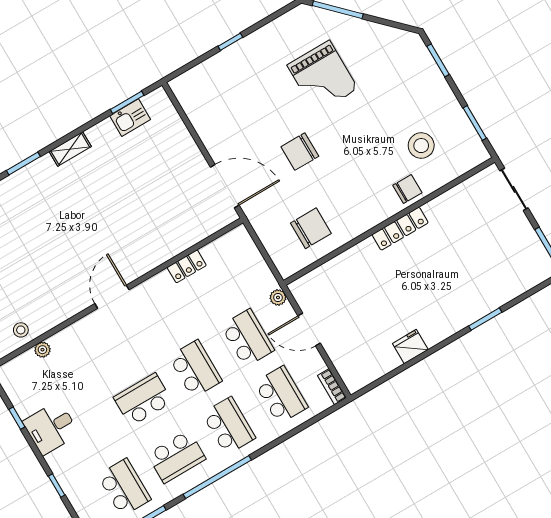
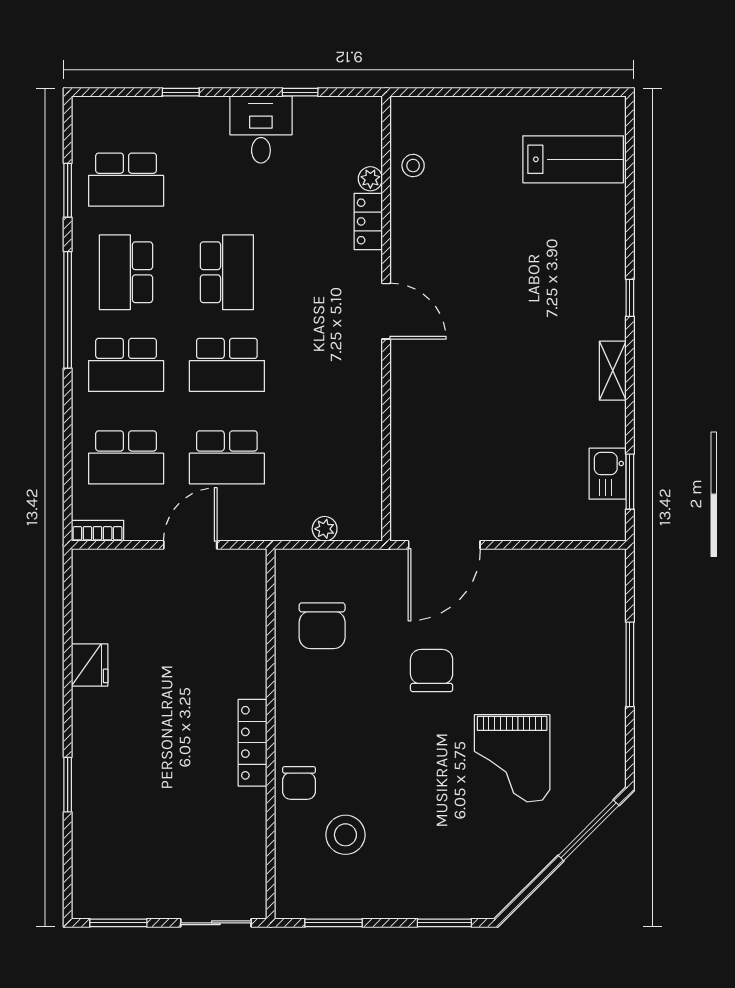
window: (230, 42) -> (630, 664), width x2.17
grand piano: (323, 77) -> (512, 758), turned -90
window: (23, 164) -> (630, 298), width x0.67
locker: (187, 266) -> (368, 221), moved
plant: (278, 297) -> (325, 529), moved

